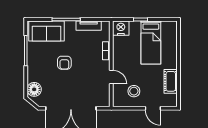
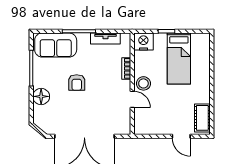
cot: (171, 81) -> (202, 118), moved
floor lamp: (34, 89) -> (41, 96), moved
stool: (134, 91) -> (143, 83), moved

